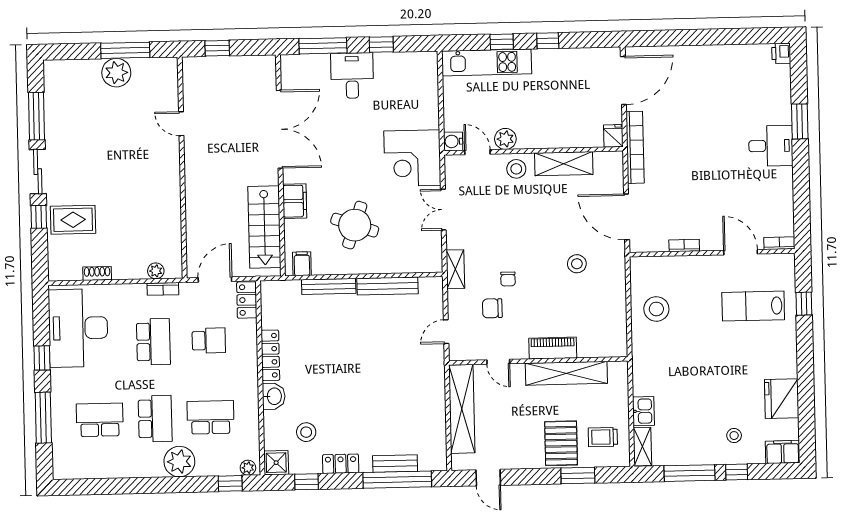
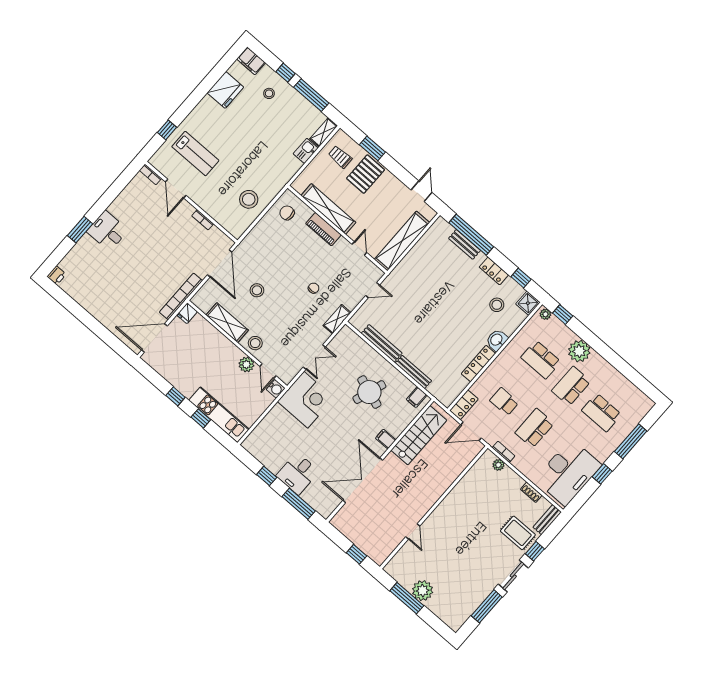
filing cabinet: (295, 201) -> (386, 439), width x0.50
bench: (55, 260) -> (547, 520), added
stool: (577, 264) -> (257, 290), moved
chair: (492, 308) -> (287, 213), moved, turned 180
trolley: (603, 437) -> (340, 157), turned 180

